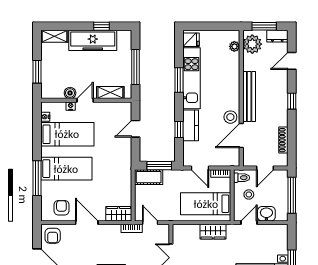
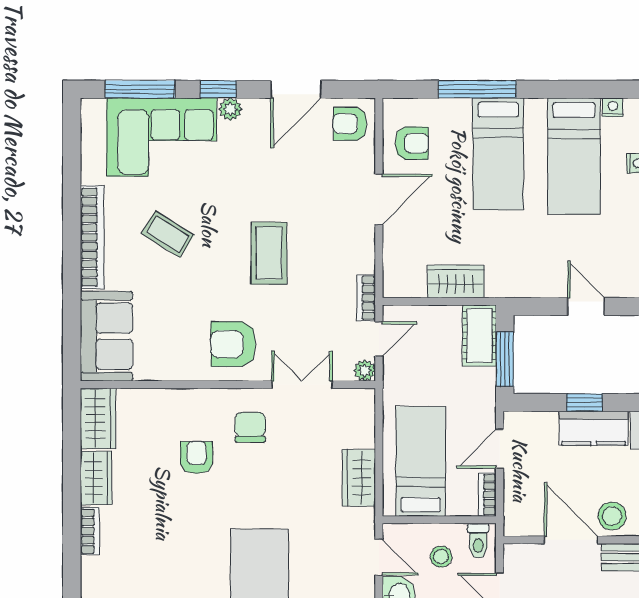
wardrobe: (119, 214) -> (456, 281), moved, turned -90
plant: (164, 229) -> (365, 370), added

